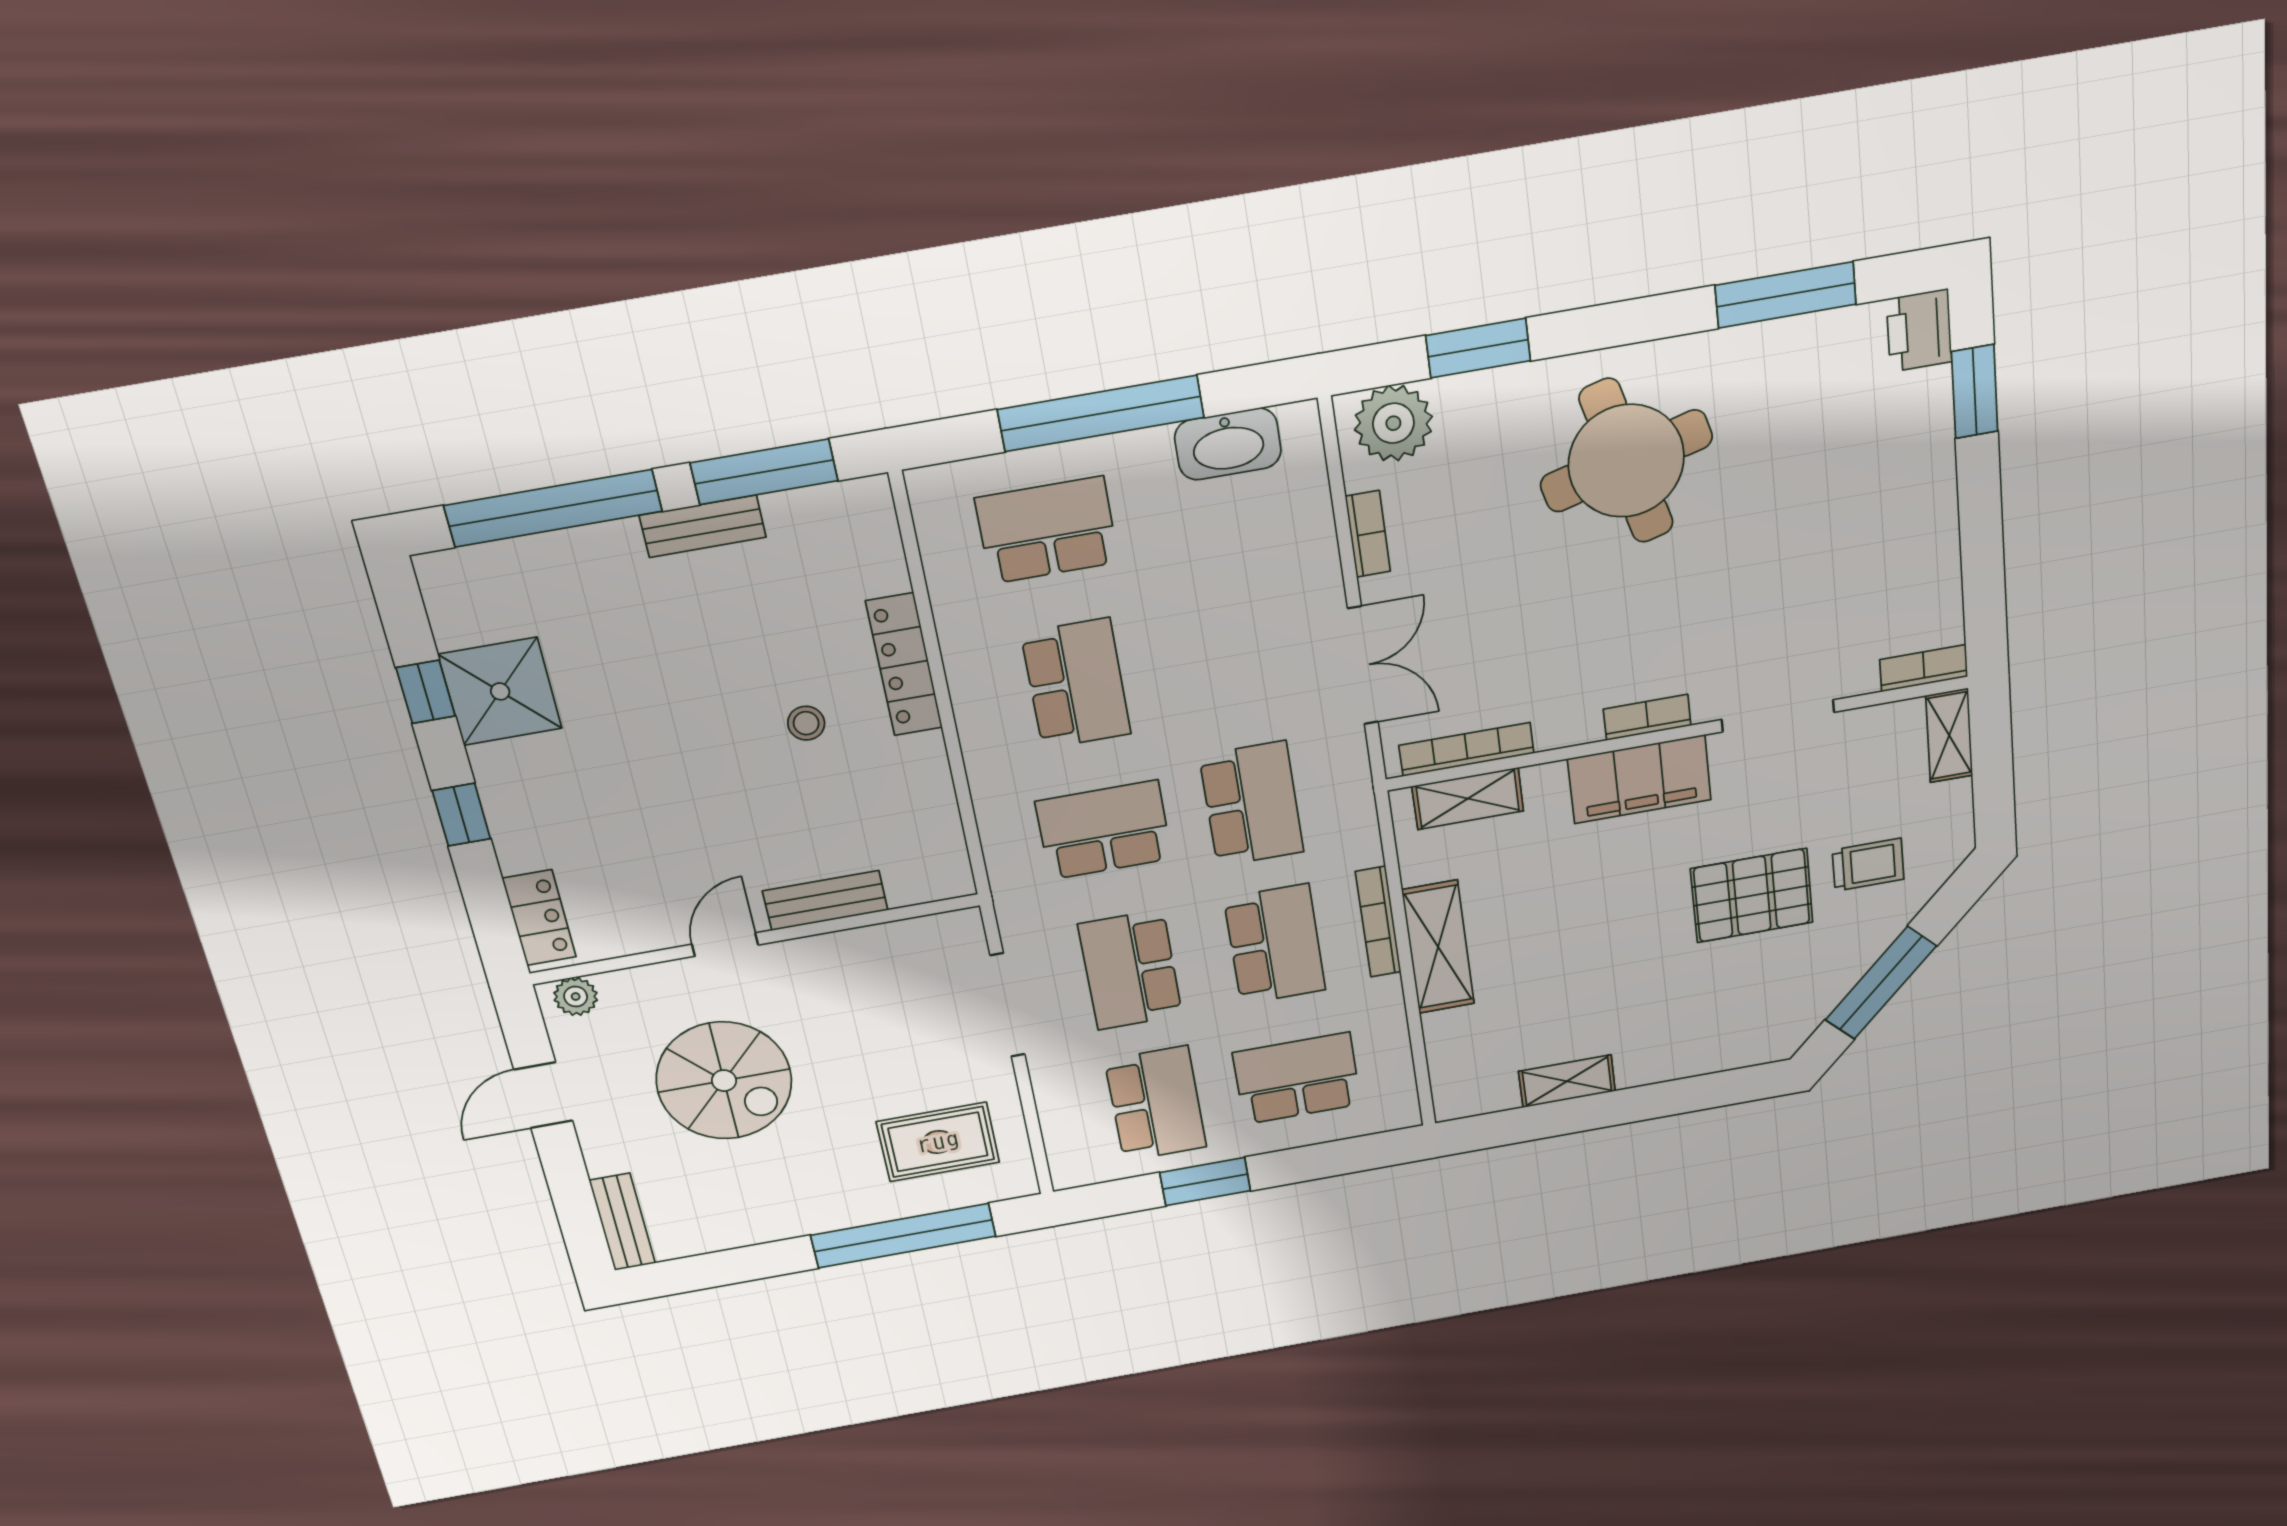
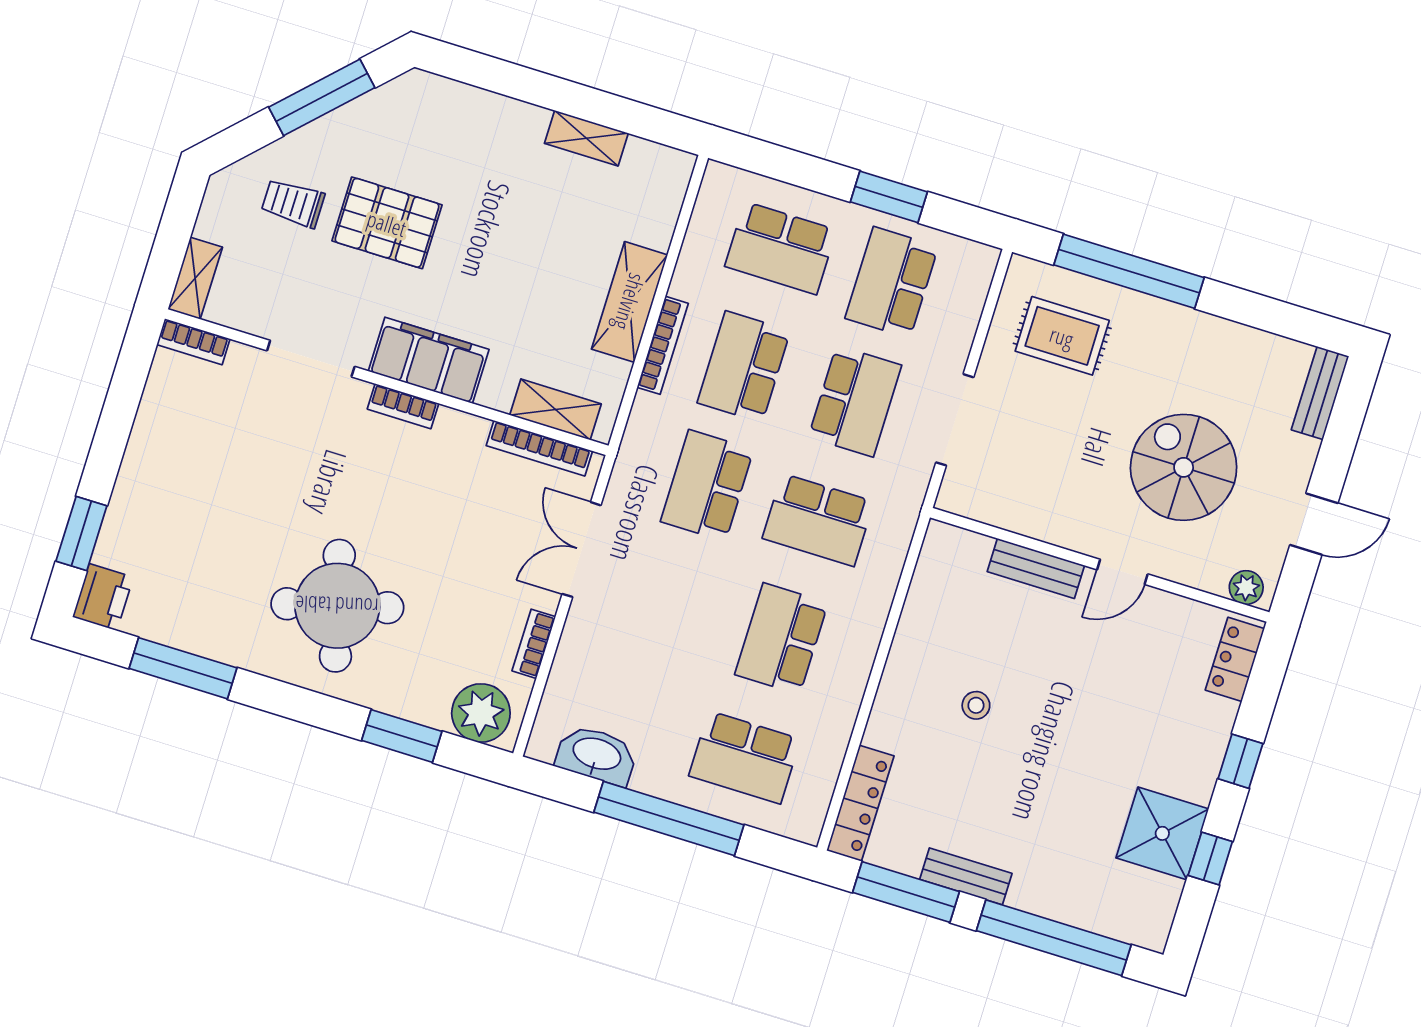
locker: (904, 665) -> (860, 803), moved

